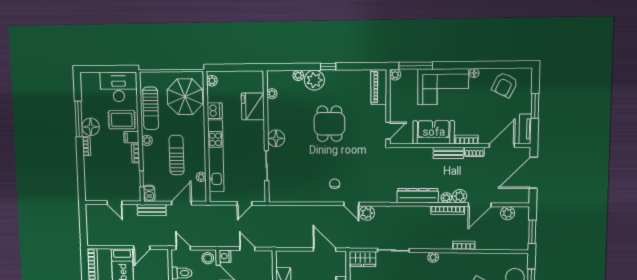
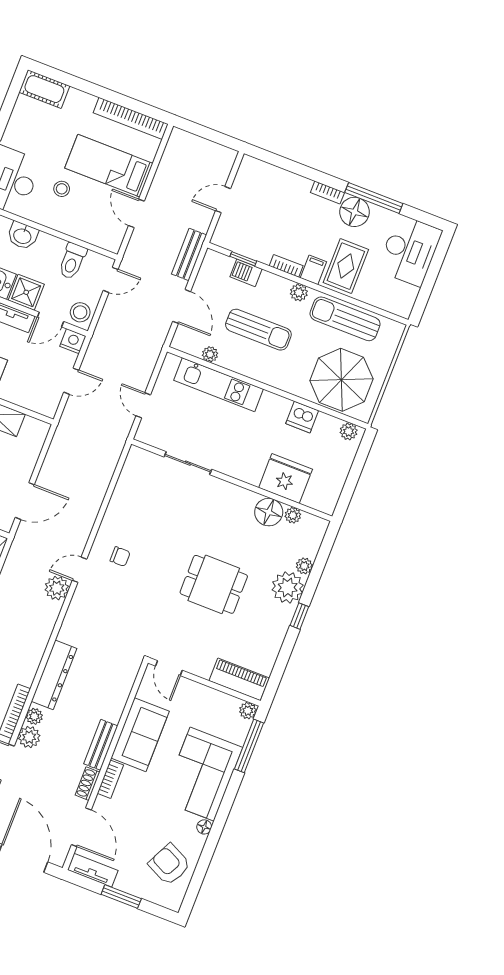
desk: (119, 87) -> (410, 251), moved
floor lamp: (276, 138) -> (269, 512), moved
kitchen unit: (216, 156) -> (218, 385), width x0.73
barbecue: (149, 193) -> (246, 273), moved

